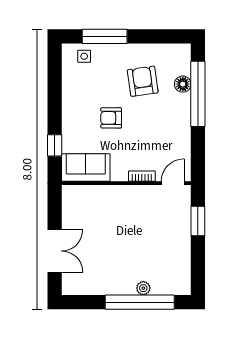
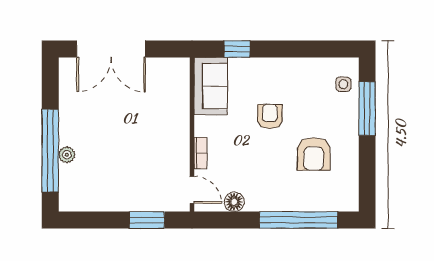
armchair: (143, 81) -> (314, 154), turned 98
floor lamp: (183, 84) -> (234, 202), moved
double door: (55, 251) -> (111, 49), width x1.37

